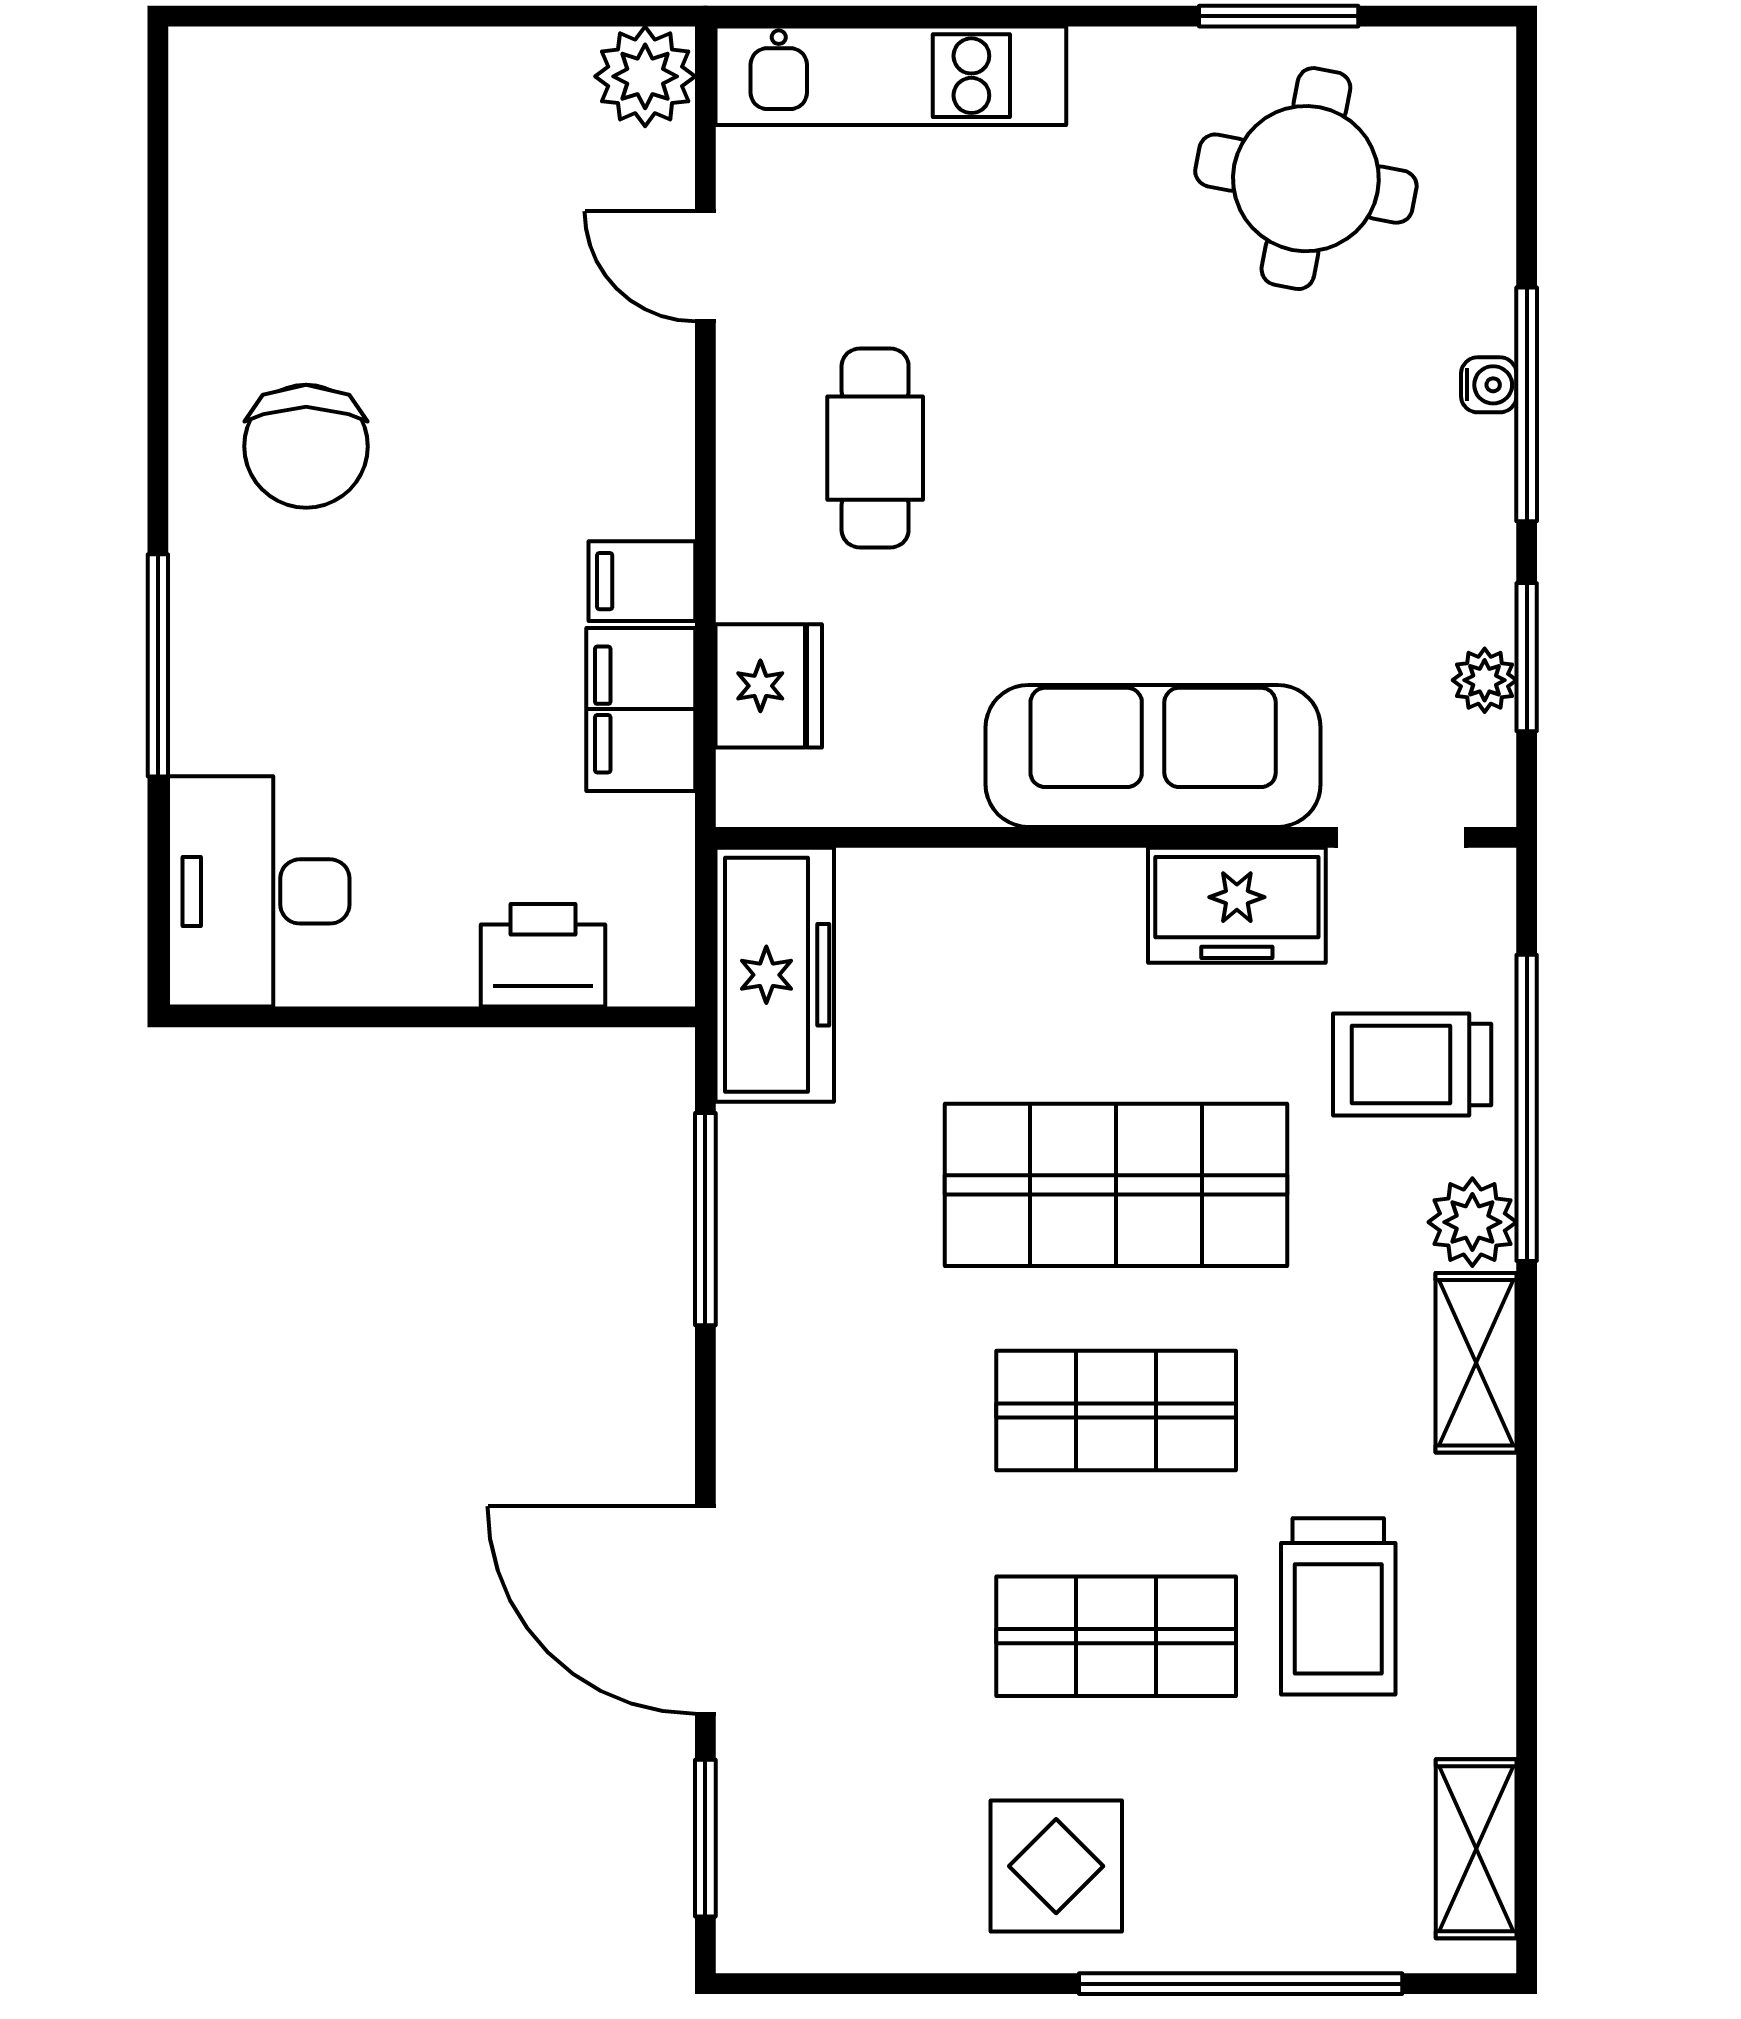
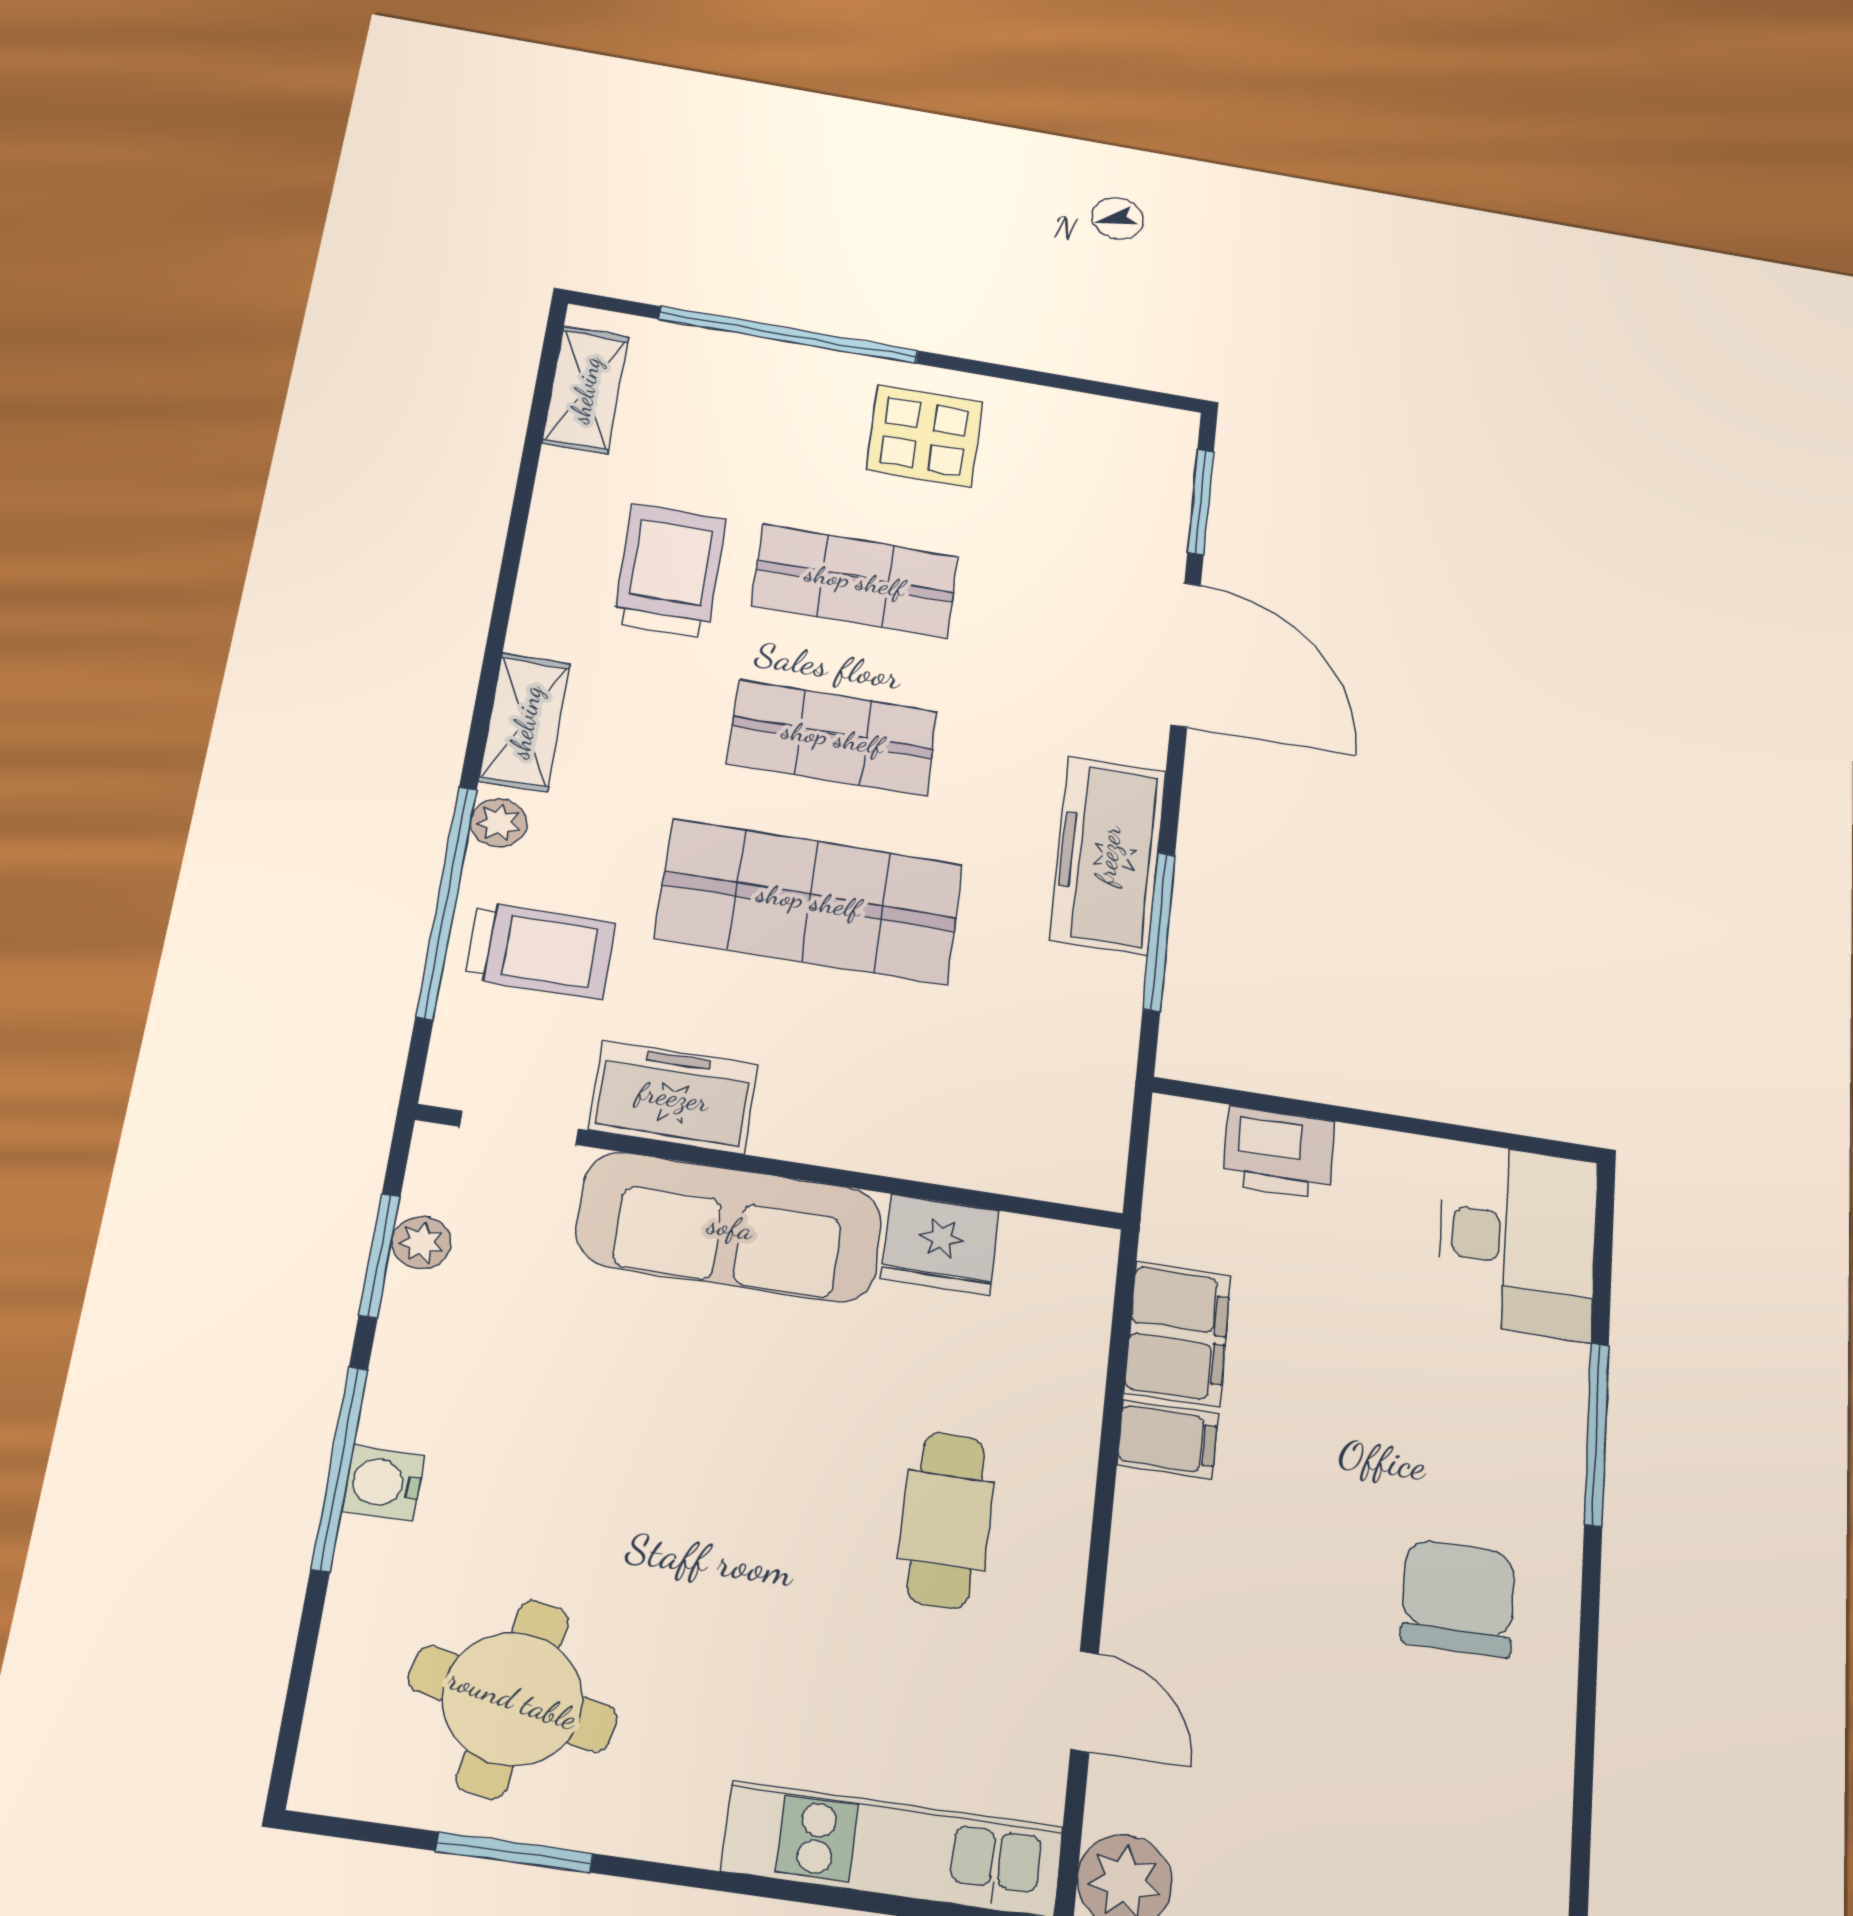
water cooler: (1489, 385) -> (383, 1483), width x1.38, depth x1.38
fridge: (769, 686) -> (940, 1245), moved, turned -90
freezer: (775, 975) -> (1108, 855), moved
plant: (1472, 1222) -> (499, 823), width x0.73, depth x0.73

